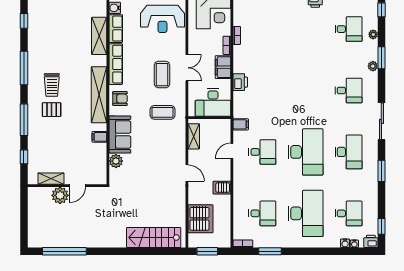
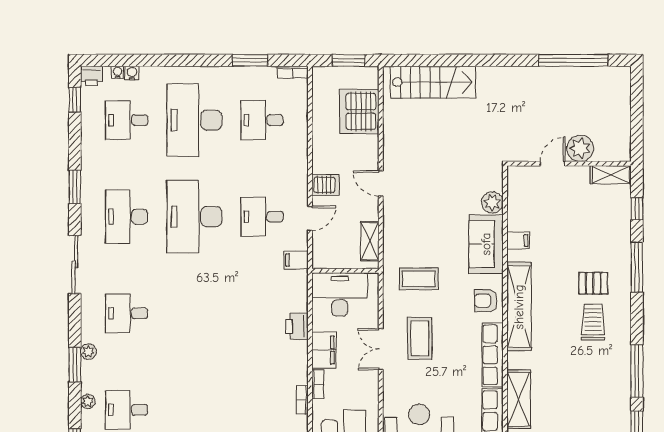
window: (24, 68) -> (637, 371), moved
shelving: (51, 179) -> (611, 175), moved
server rack: (222, 188) -> (326, 185), moved

